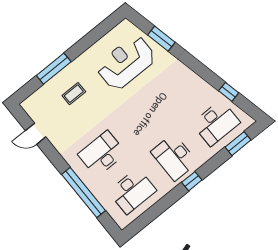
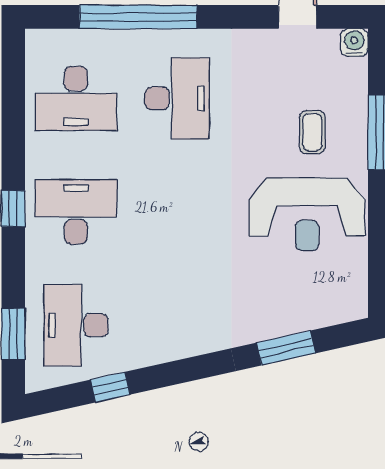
reception desk: (126, 63) -> (307, 214), moved, turned 90
water cooler: (28, 105) -> (354, 42), added
desk: (132, 191) -> (76, 98), turned -90

